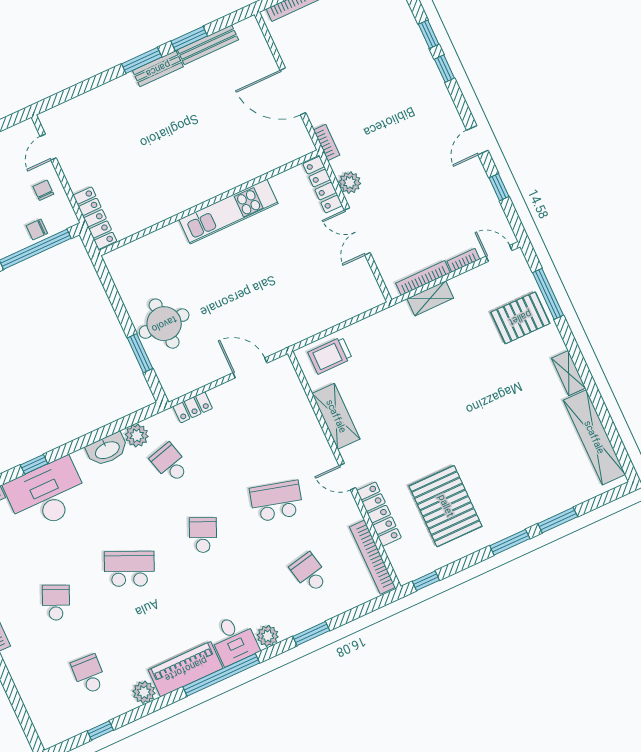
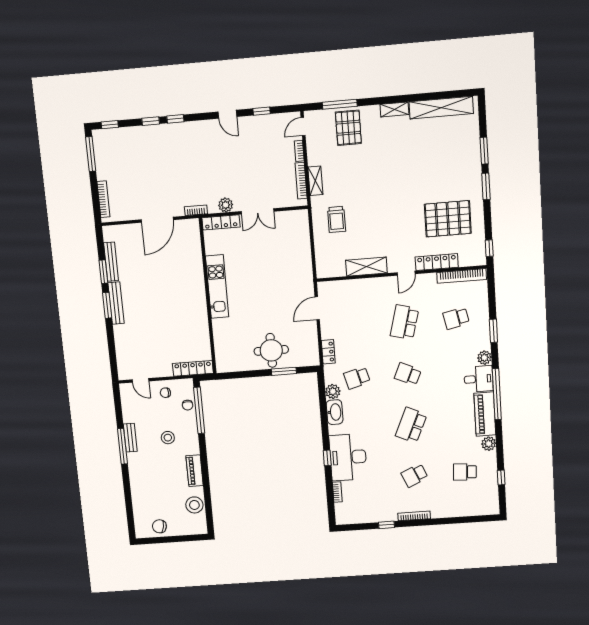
bench: (158, 69) -> (116, 303), width x1.36
trolley: (330, 355) -> (337, 219), moved
school desk: (56, 603) -> (414, 475), turned -48

